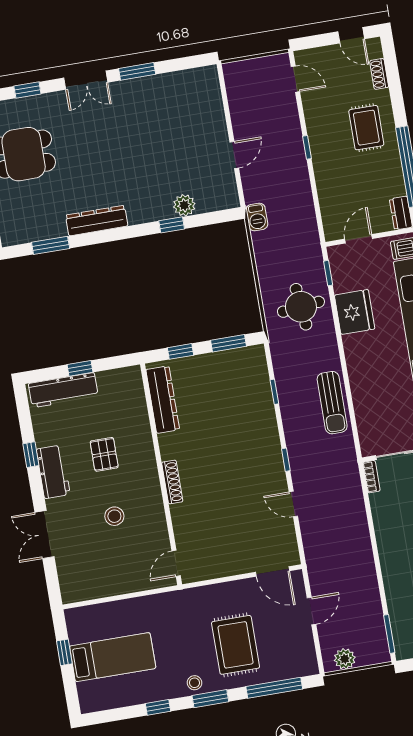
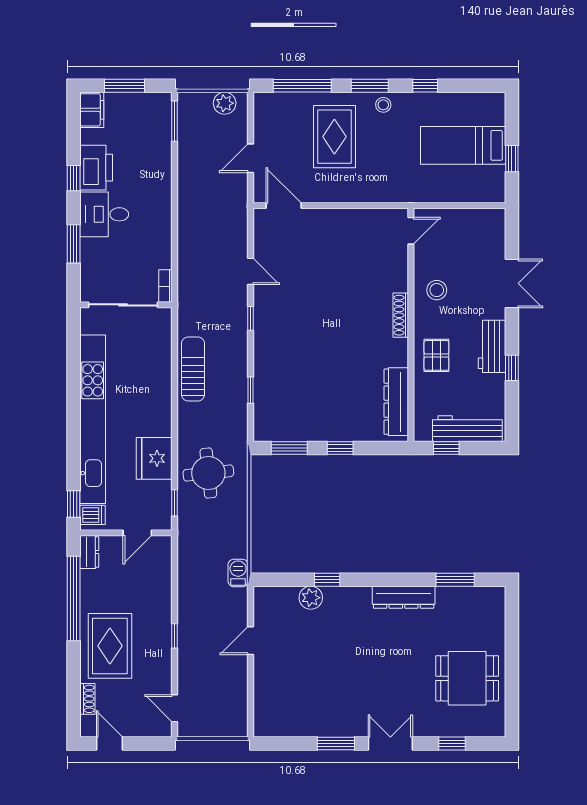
rug: (366, 128) -> (110, 646), width x1.36, depth x1.43
dresser: (163, 400) -> (396, 402), moved
wall: (161, 474) -> (411, 325), moved
shoe rack: (172, 482) -> (401, 315), moved
door: (176, 563) -> (411, 231), moved

